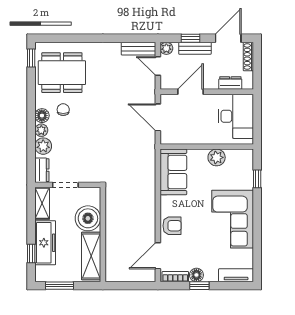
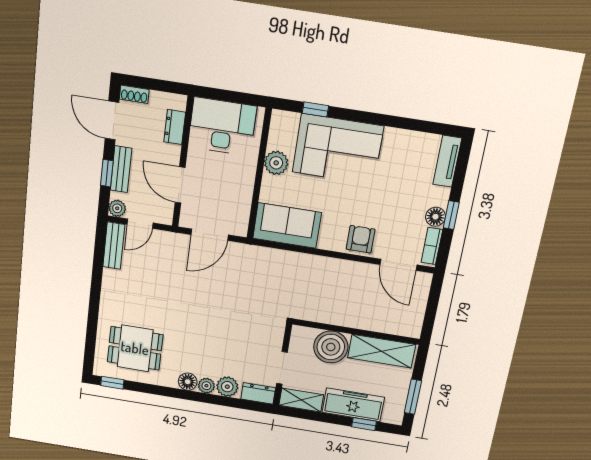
shoe rack: (248, 57) -> (134, 94), width x0.70
dining table: (62, 73) -> (135, 348), width x0.73
chair: (63, 110) -> (183, 355), removed
corner sofa: (233, 219) -> (338, 149), moved

